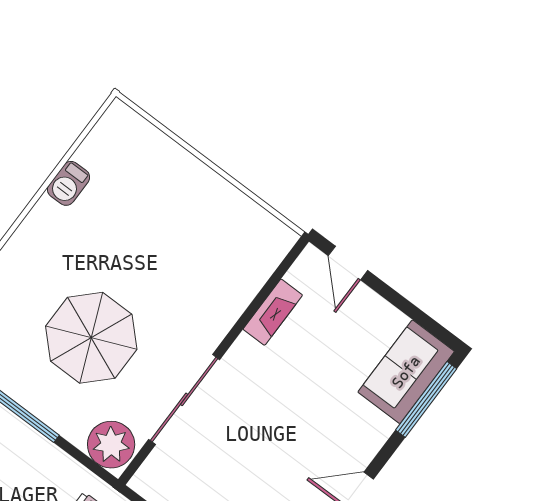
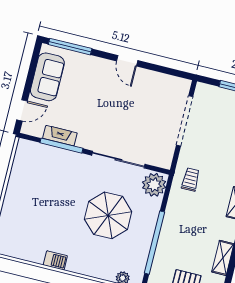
barbecue: (69, 183) -> (55, 260), moved
window: (254, 307) -> (61, 146), added
sofa: (406, 372) -> (47, 77), moved, turned -90

